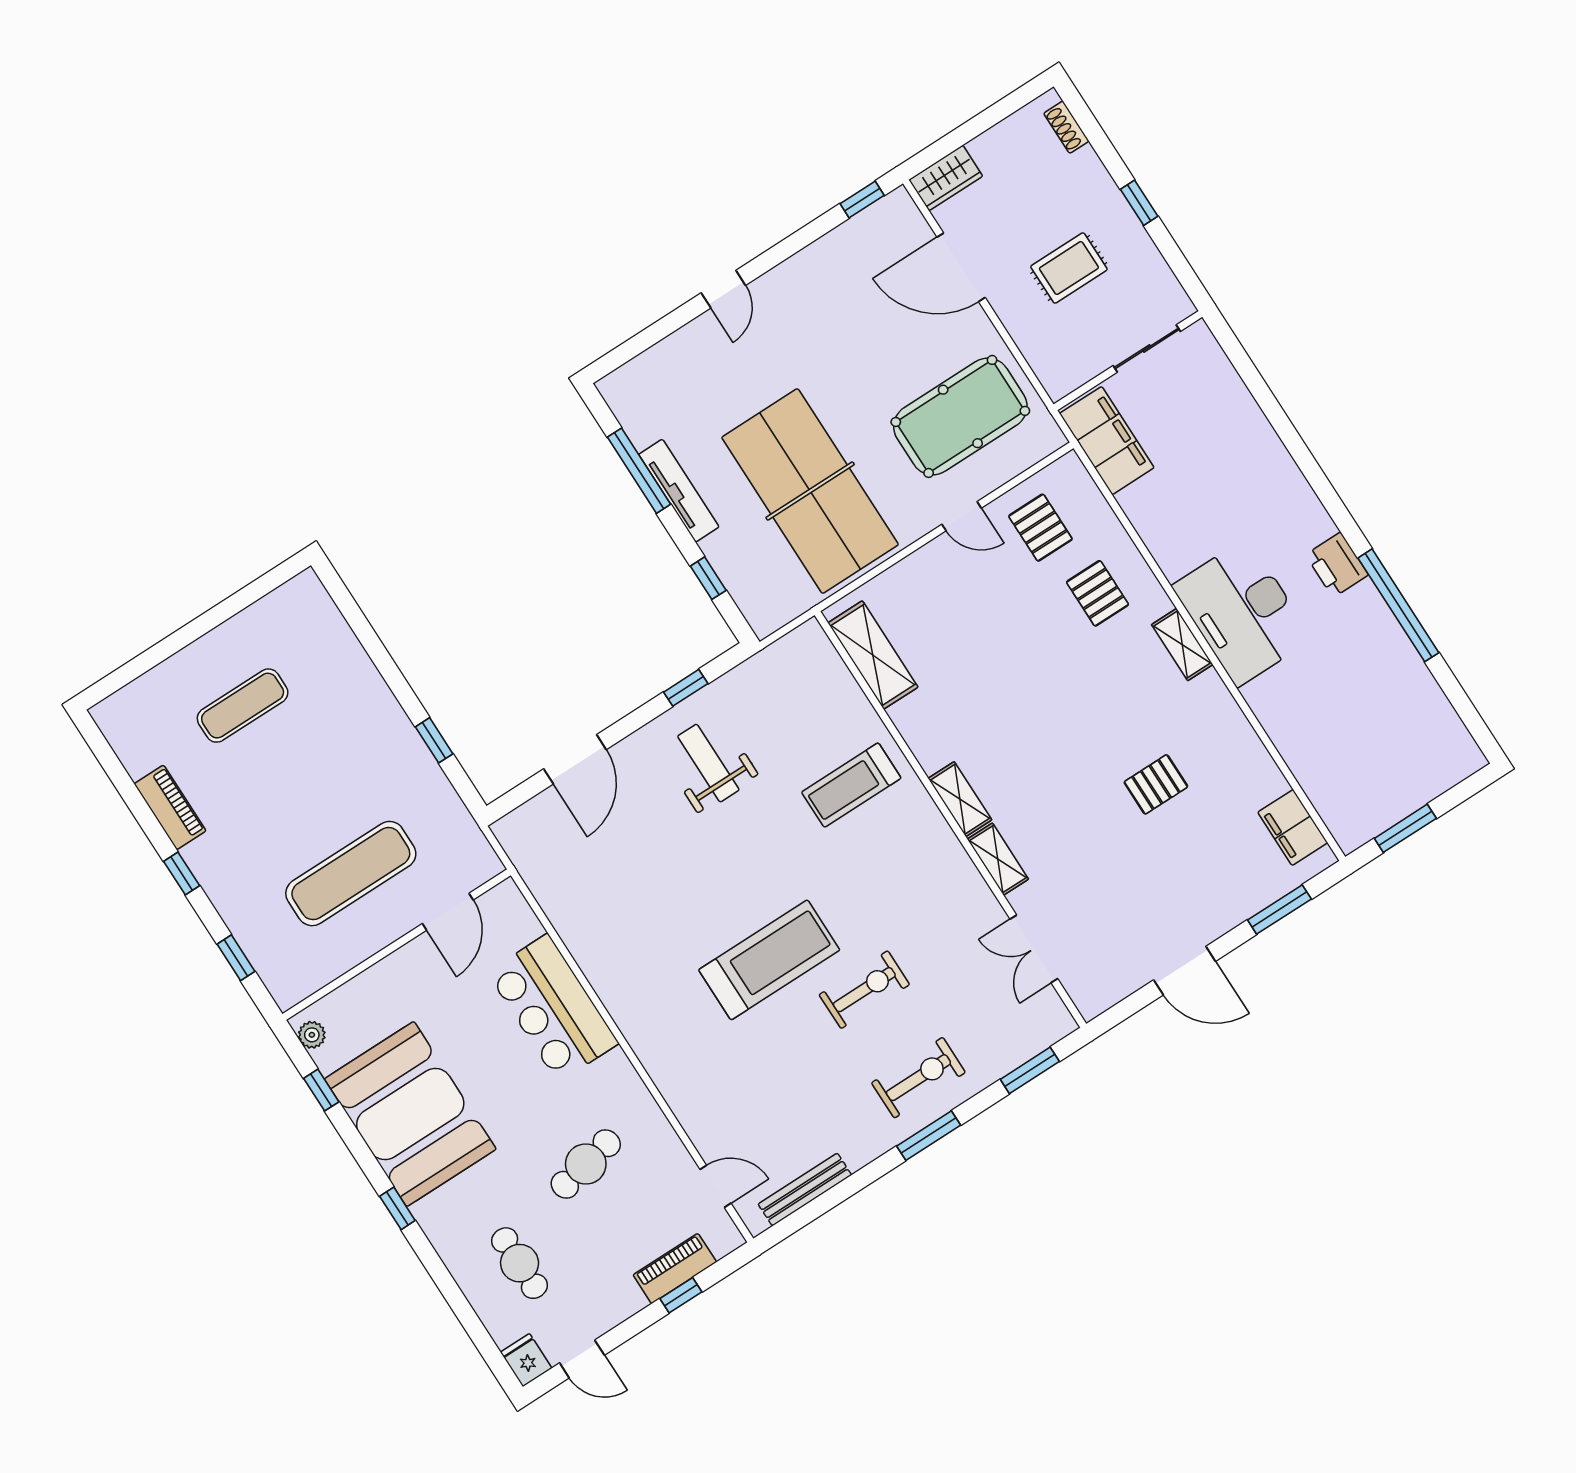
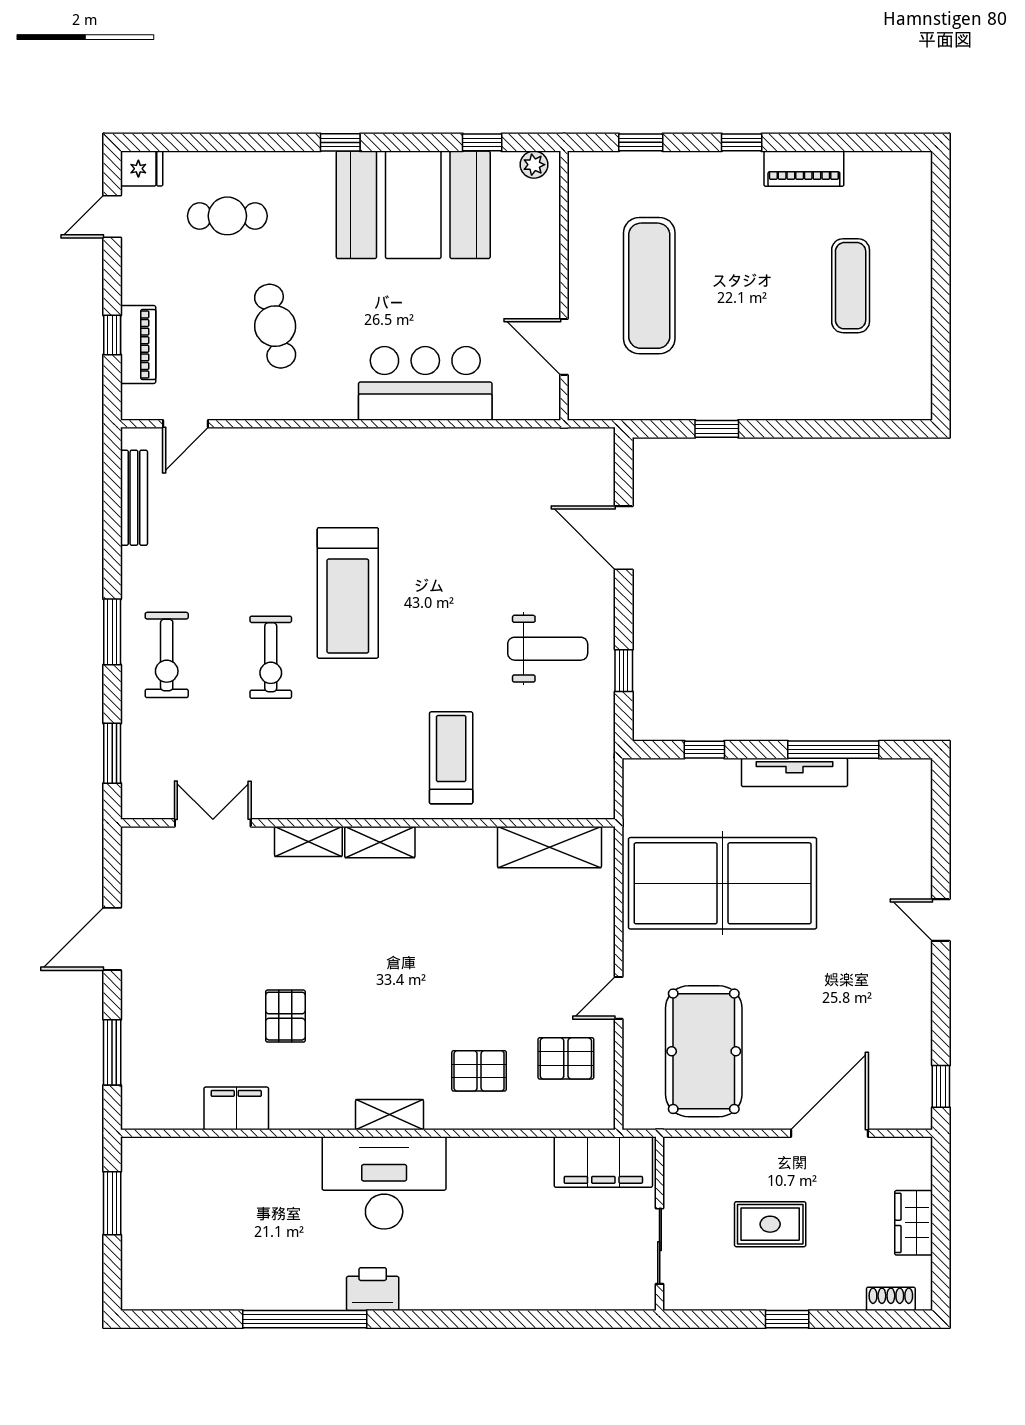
wardrobe: (946, 178) -> (914, 1223), moved
rug: (1069, 268) -> (770, 1224), turned 90
filing cabinet: (1293, 827) -> (236, 1108), moved

